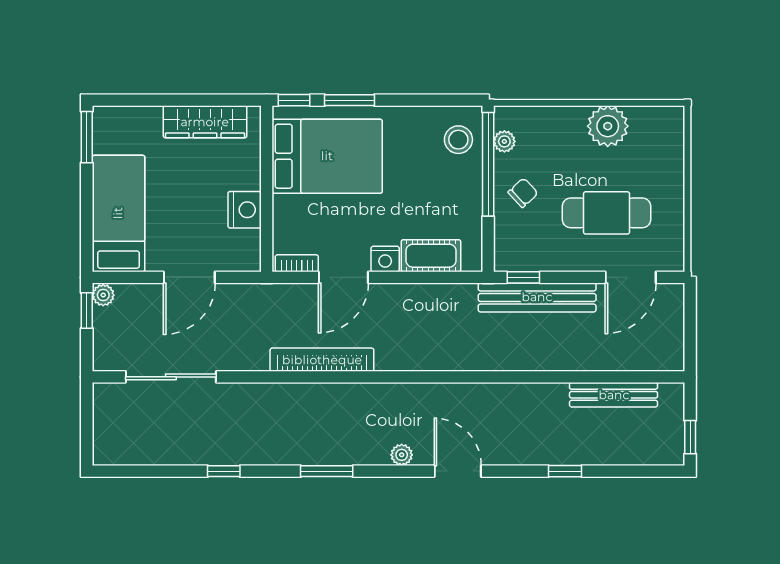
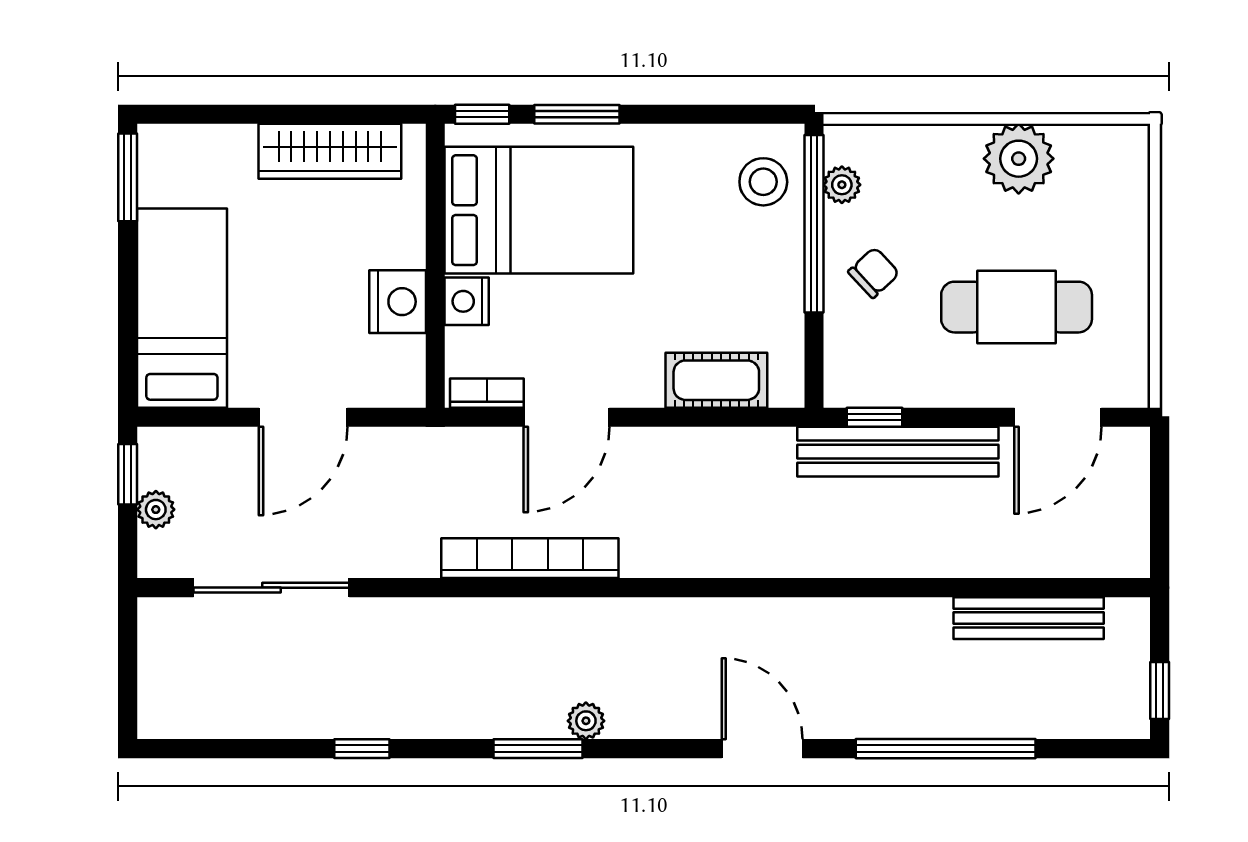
nightstand: (385, 259) -> (467, 301), moved, turned 90
plant: (103, 295) -> (156, 510), moved
plant: (402, 455) -> (586, 721), moved
window: (565, 471) -> (946, 749), width x3.17

